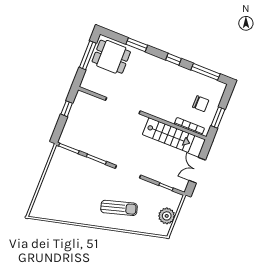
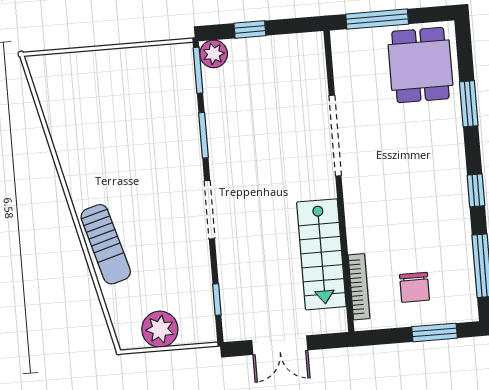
window: (88, 55) -> (377, 19), moved
window: (67, 109) -> (250, 29), moved
window: (218, 118) -> (434, 332), moved
plant: (65, 139) -> (214, 54), added
double door: (197, 170) -> (280, 345), swing flipped
sun lounger: (119, 208) -> (106, 244), moved

